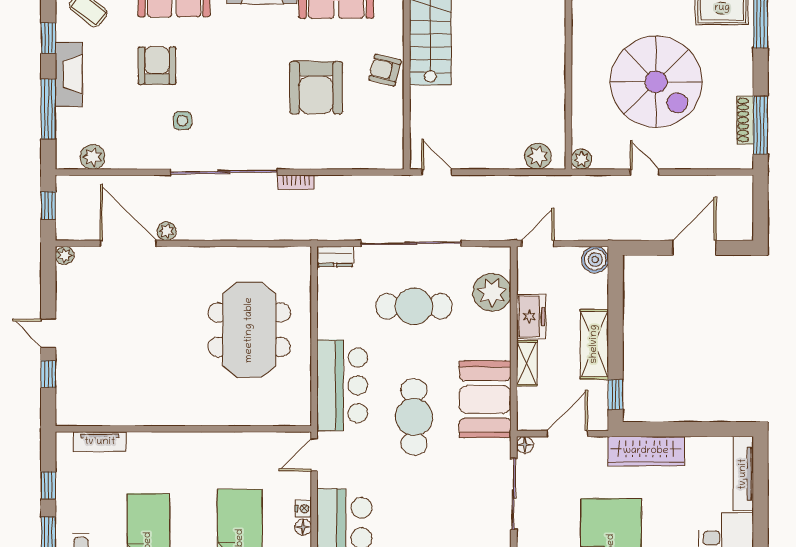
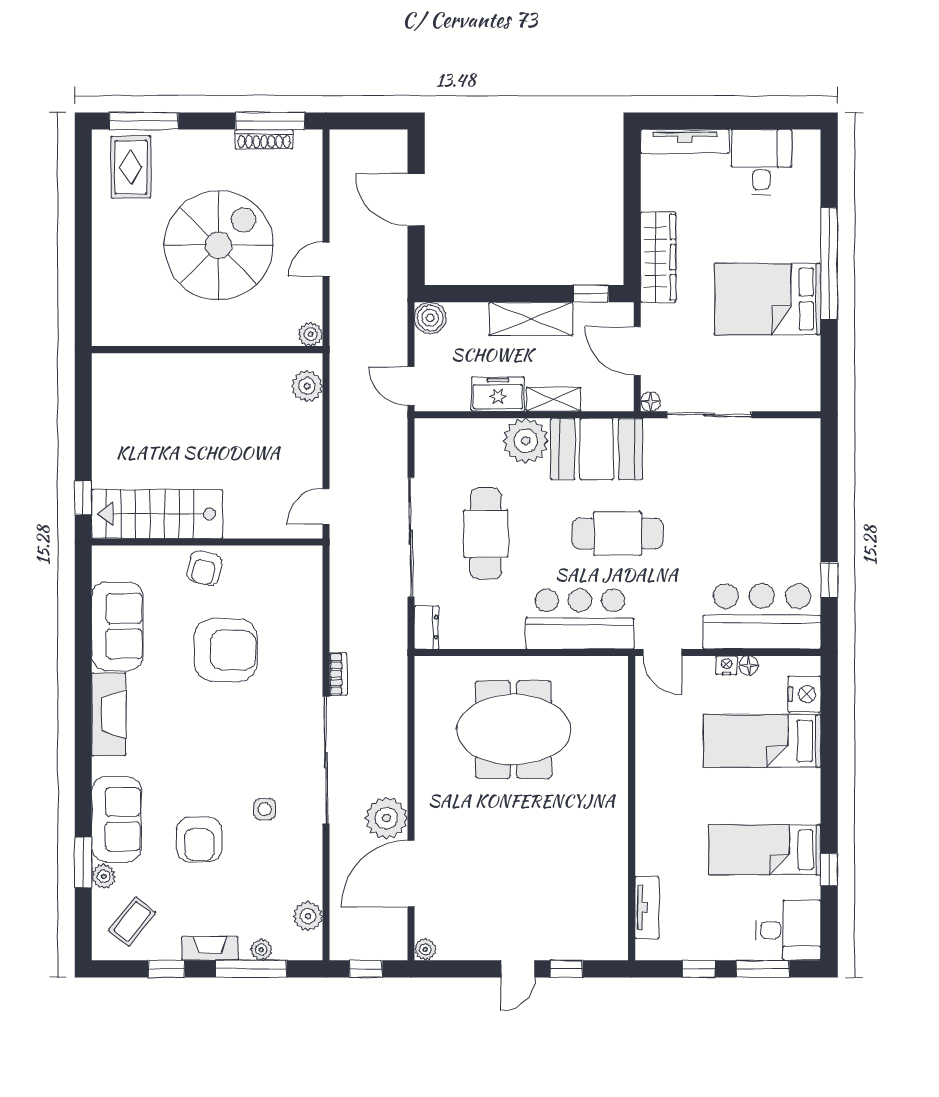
armchair: (157, 66) -> (199, 839), turned -90
fireplace: (69, 74) -> (210, 948), width x0.73, depth x0.76
plant: (64, 118) -> (261, 950), added
plant: (167, 231) -> (386, 818), width x1.88, depth x1.88
plant: (492, 292) -> (526, 441), moved

